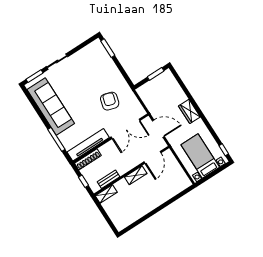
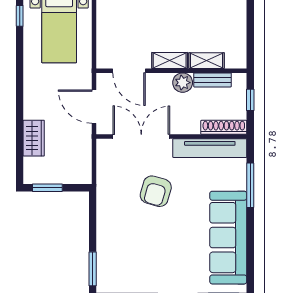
armchair: (110, 101) -> (156, 191), moved
wardrobe: (189, 111) -> (34, 138), moved
door: (152, 157) -> (129, 71), swing flipped
plant: (122, 168) -> (183, 83), added
shelving: (106, 194) -> (206, 61), moved

